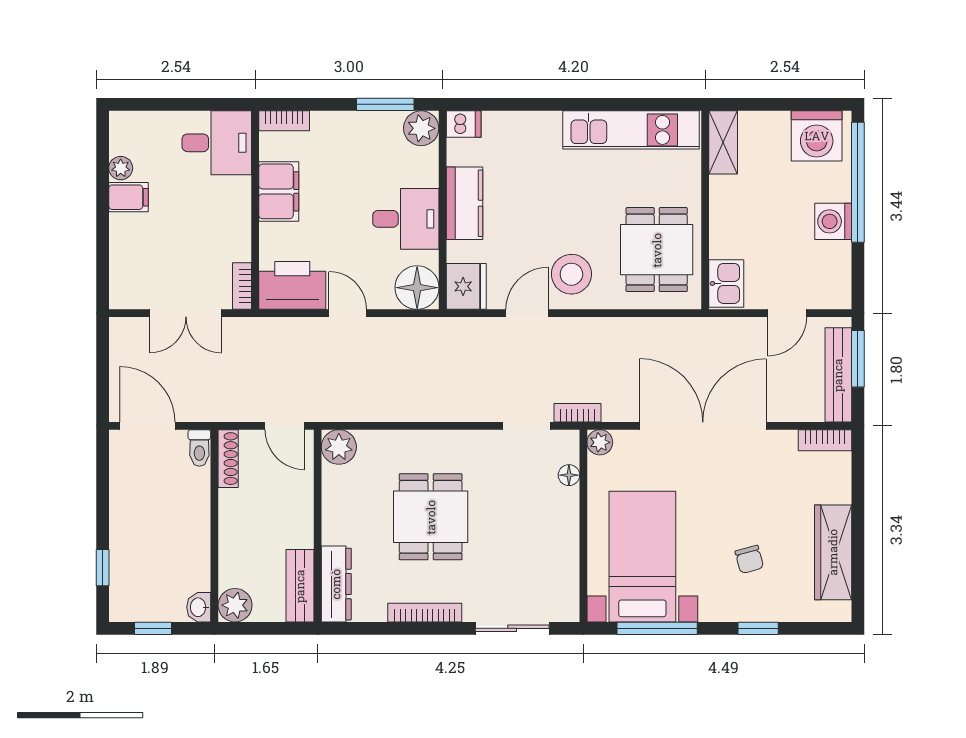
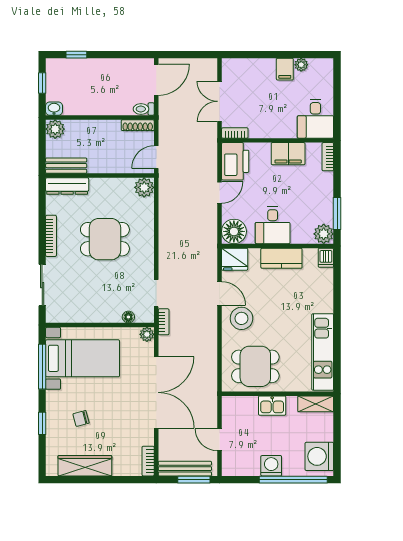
kitchen sink: (726, 283) -> (272, 406), moved

